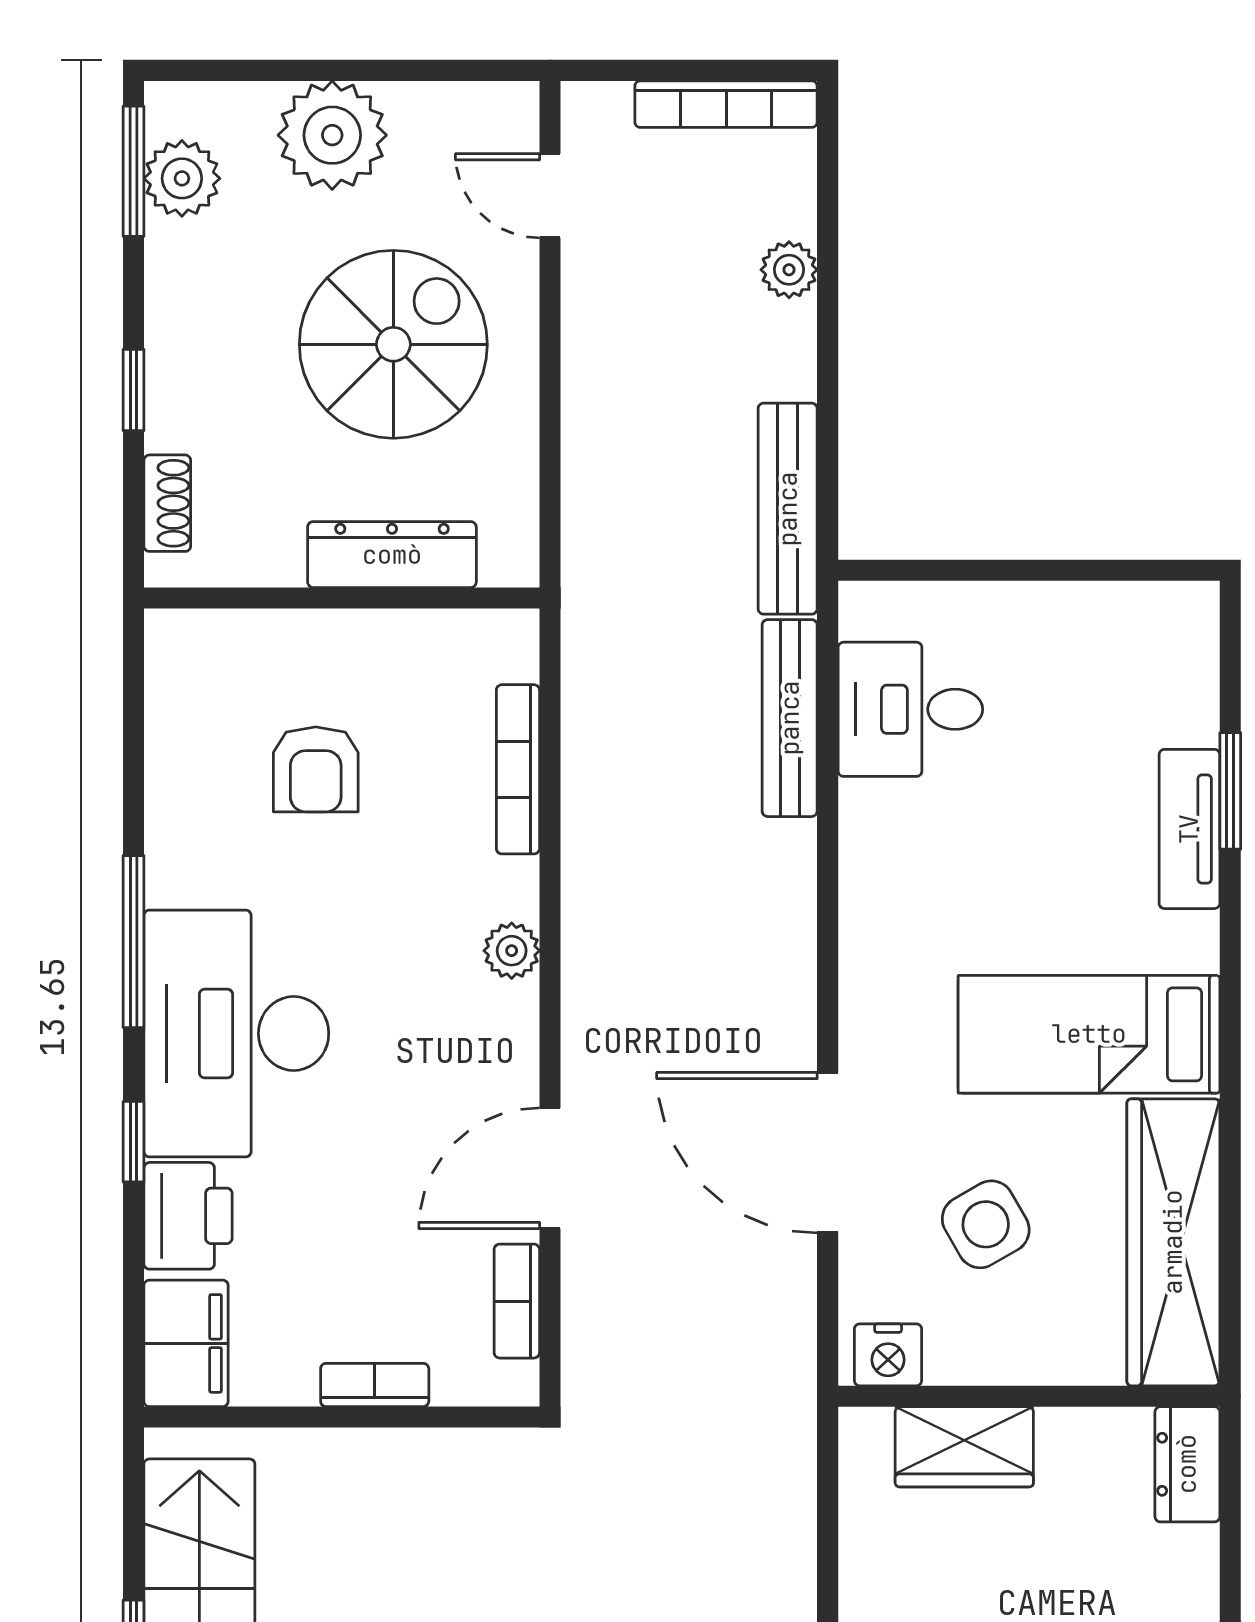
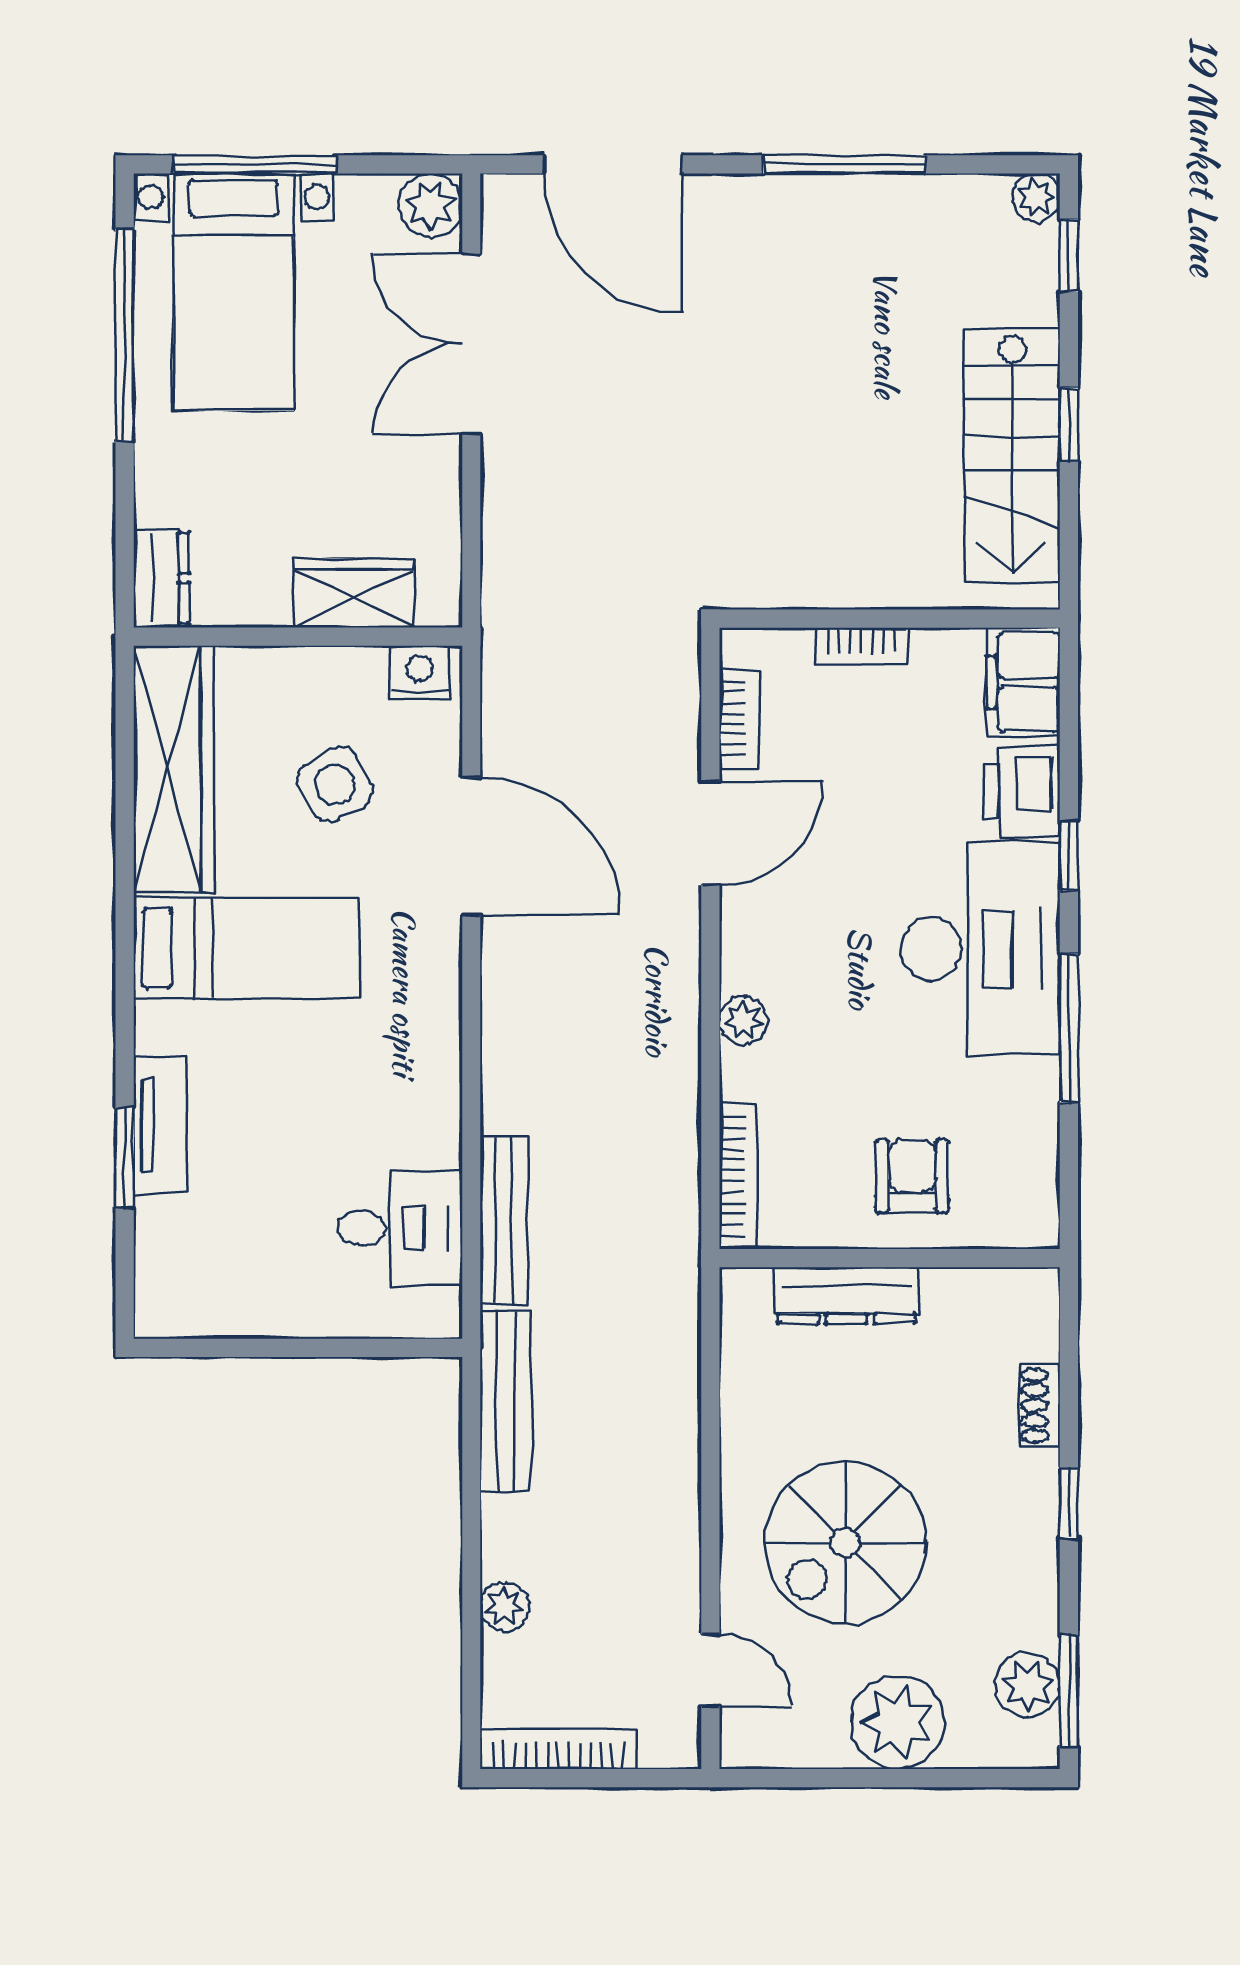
dresser: (392, 555) -> (846, 1296), moved
wall: (342, 598) -> (890, 1258), moved

